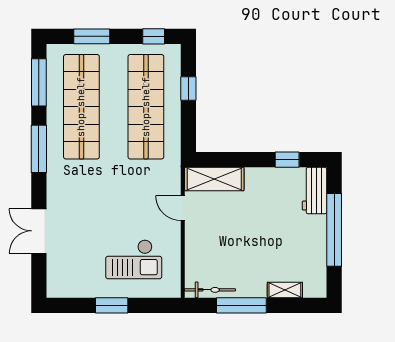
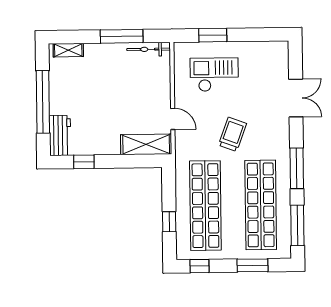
trolley: (113, 189) -> (232, 134), added
shelving: (285, 290) -> (68, 50), moved
window: (112, 305) -> (213, 35), moved

